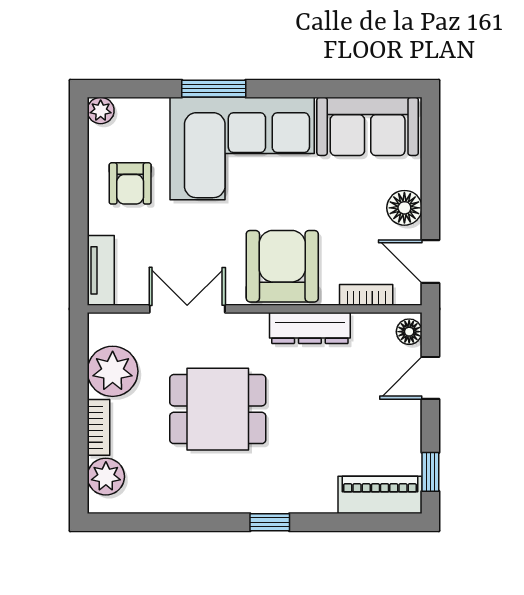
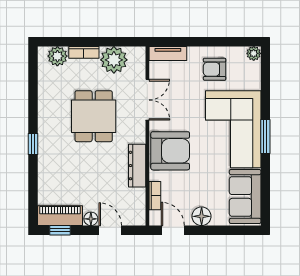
window: (214, 89) -> (265, 137), moved
door: (430, 261) -> (173, 230), hinge flipped
floor lamp: (409, 332) -> (91, 219), moved
piano: (380, 495) -> (60, 216), moved, turned -90

